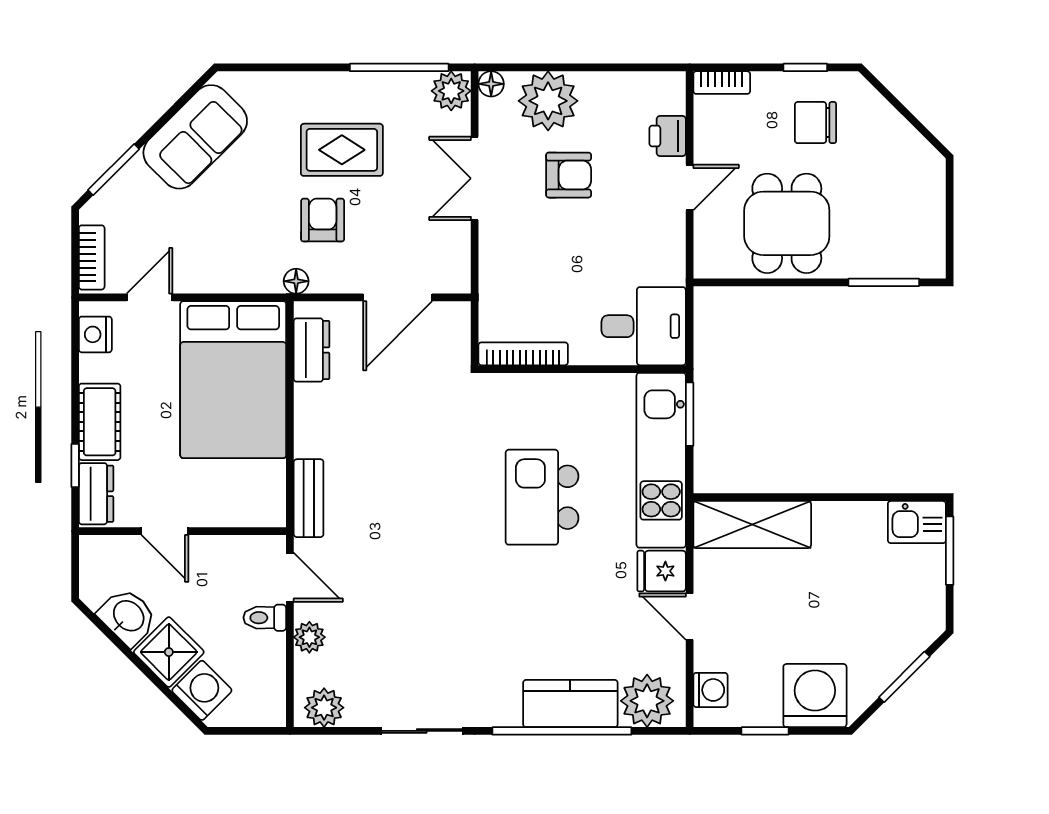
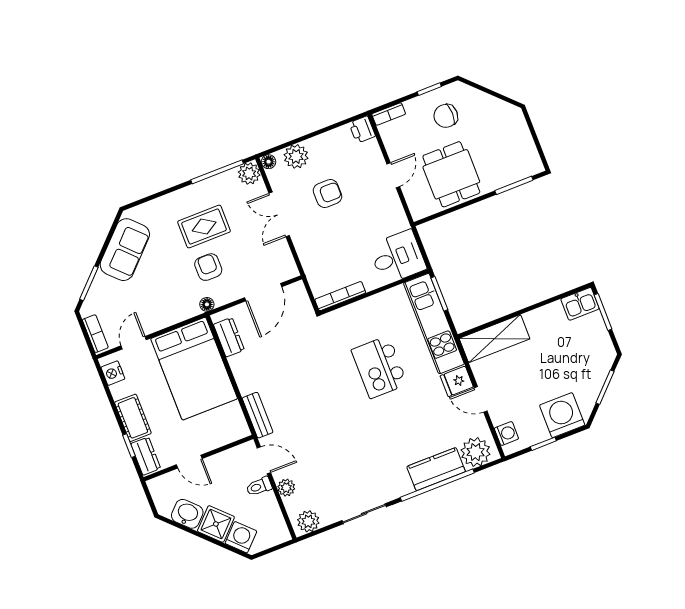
plant: (548, 101) -> (296, 156), width x0.73, depth x0.73
printer: (668, 136) -> (362, 130), moved

